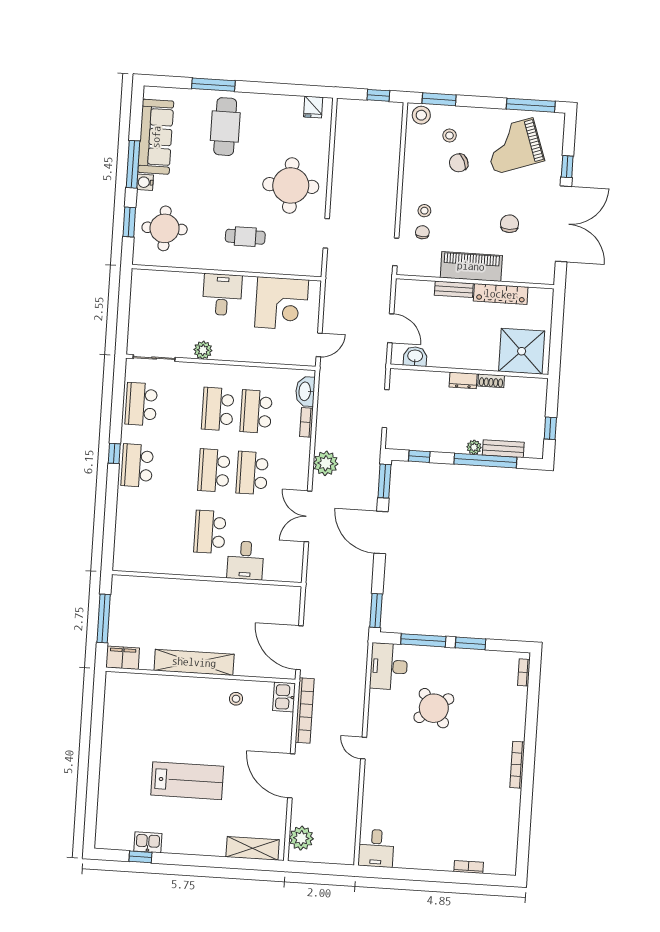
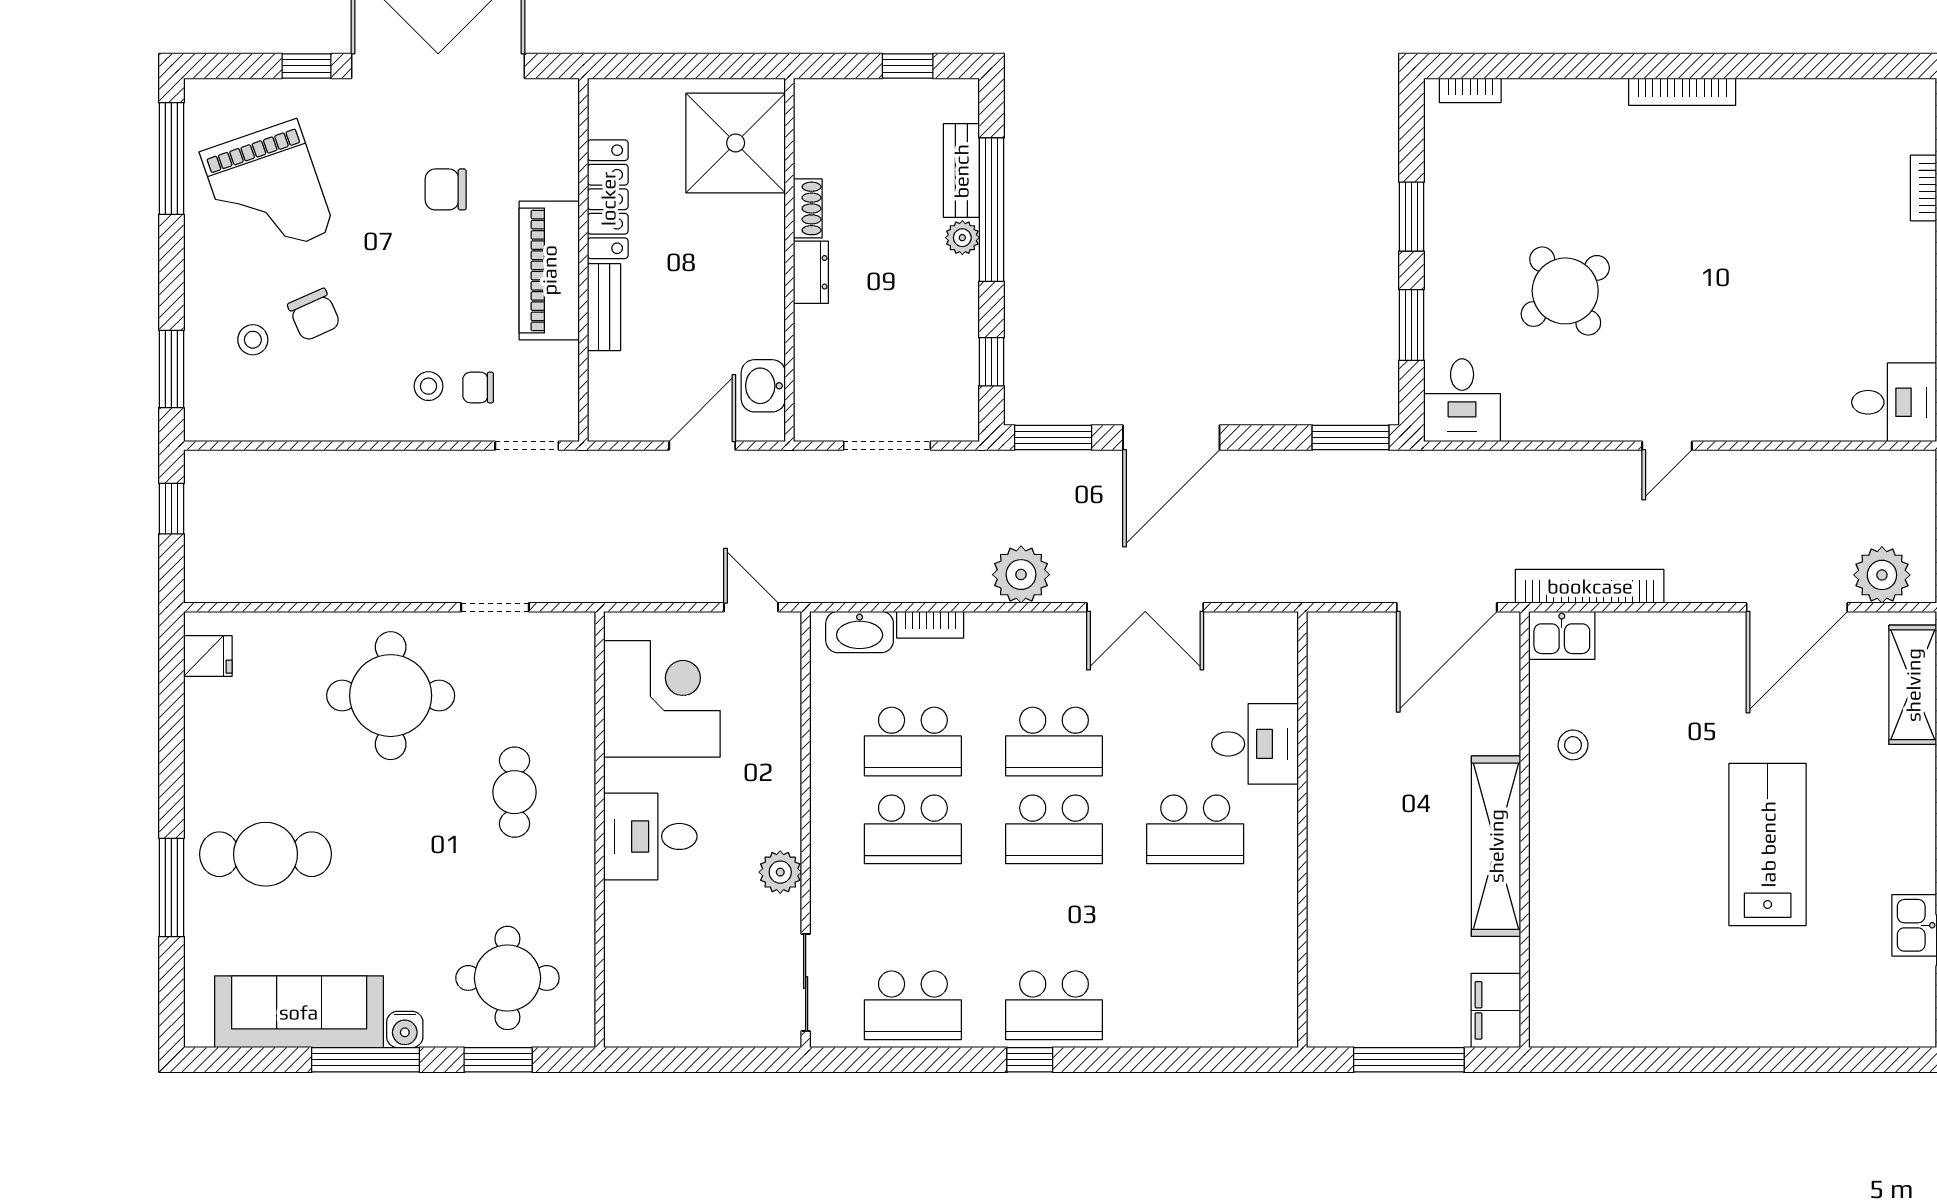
stool: (421, 115) -> (210, 407), removed
window: (423, 640) -> (1412, 325), width x0.69
desk: (389, 666) -> (1462, 400), width x0.73
door: (291, 776) -> (1797, 607), moved

